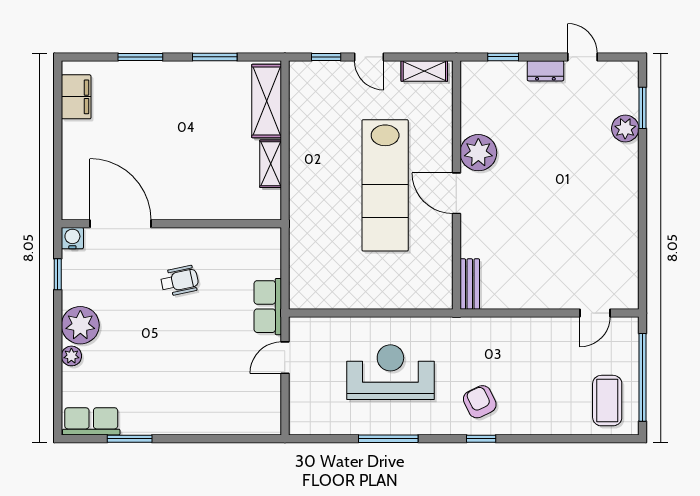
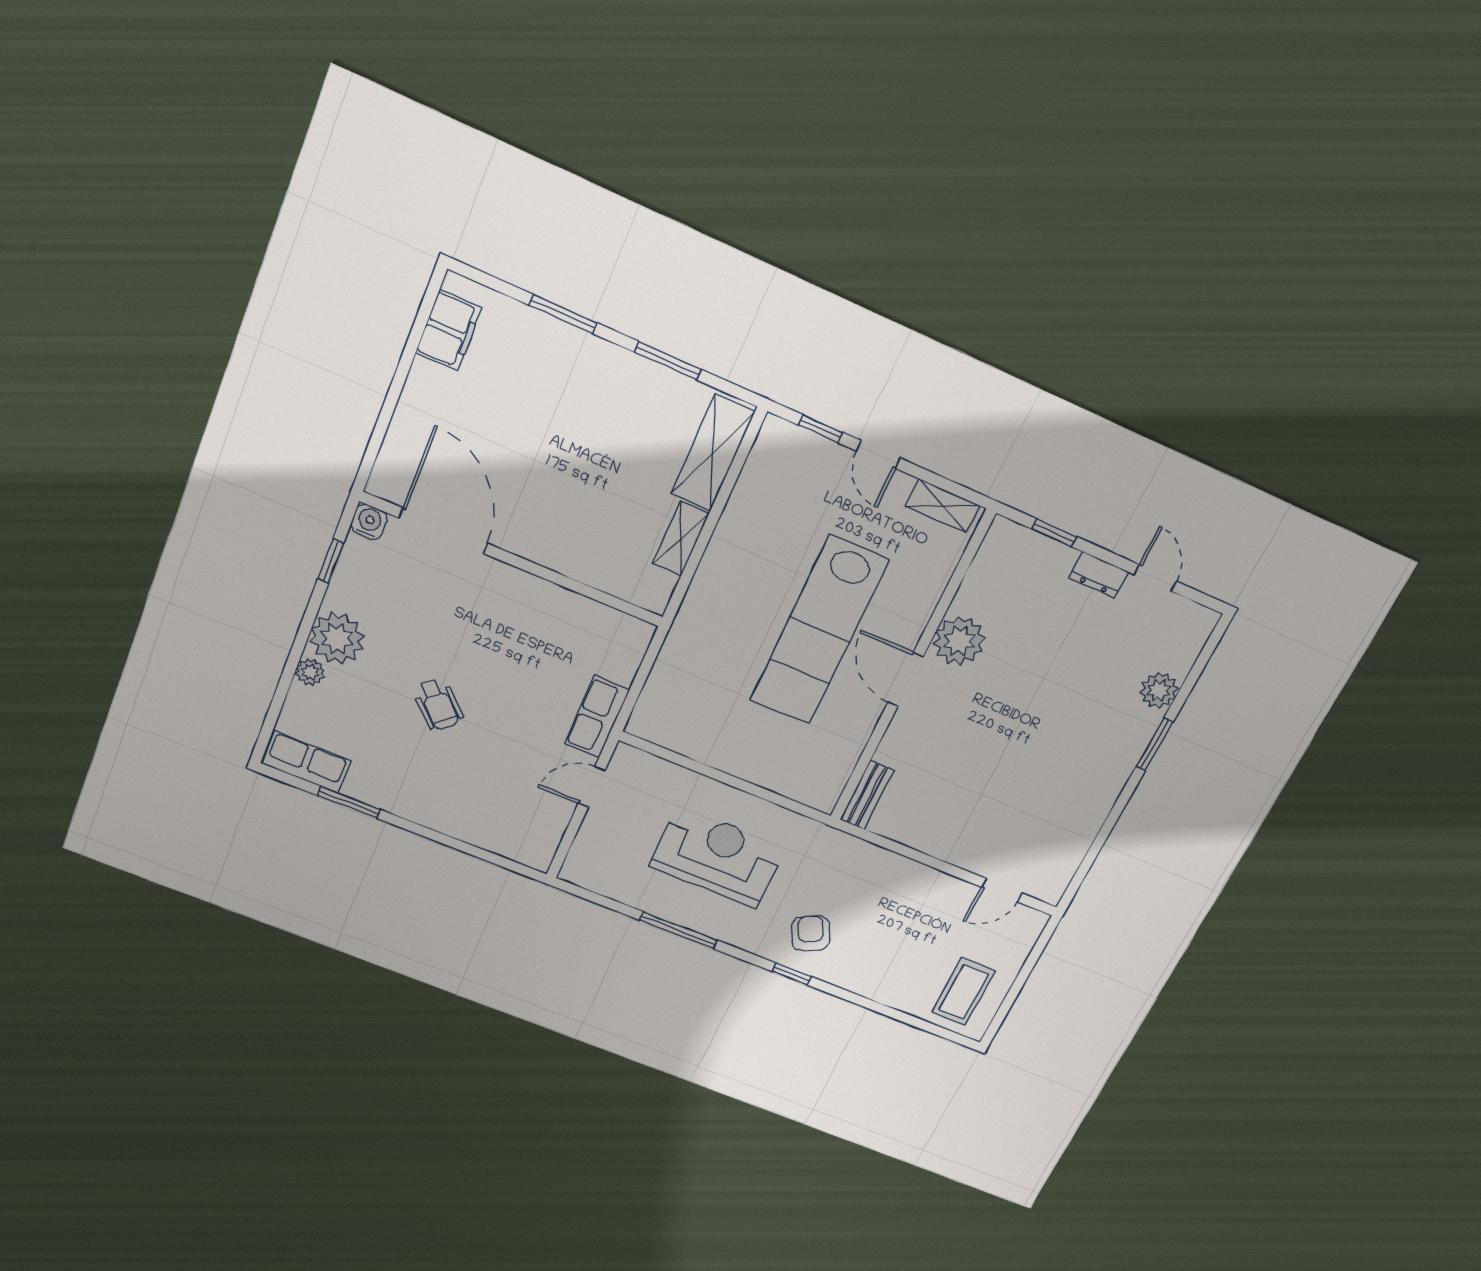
window: (642, 108) -> (1155, 744), moved
wheelchair: (179, 281) -> (438, 704), moved, turned 58
window: (642, 377) -> (1019, 983), removed

